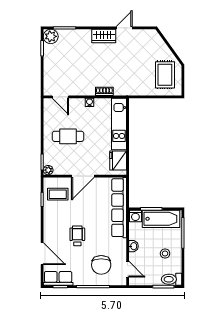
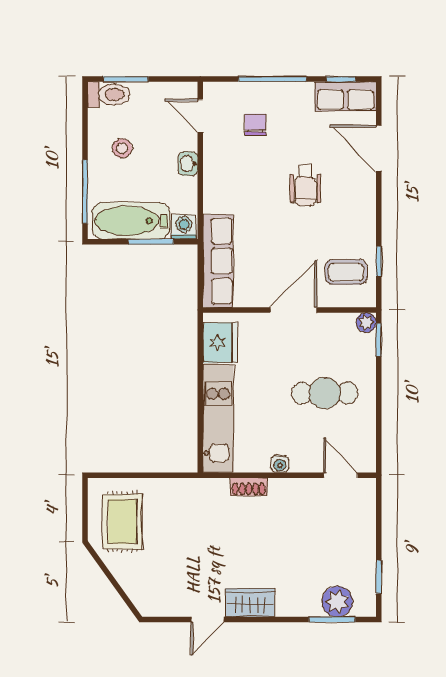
plant: (51, 36) -> (337, 602), moved
row of seats: (119, 208) -> (218, 261), width x0.73
chair: (101, 265) -> (255, 125), width x0.54, depth x0.54

